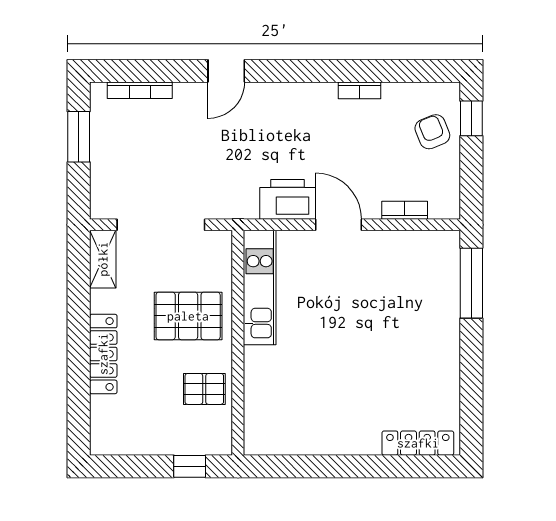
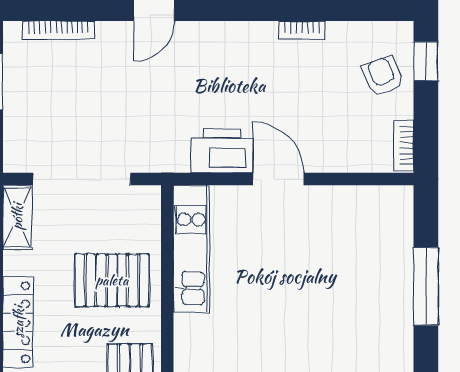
bookcase: (405, 210) -> (404, 146), moved, turned -90
window: (471, 283) -> (426, 286), moved

